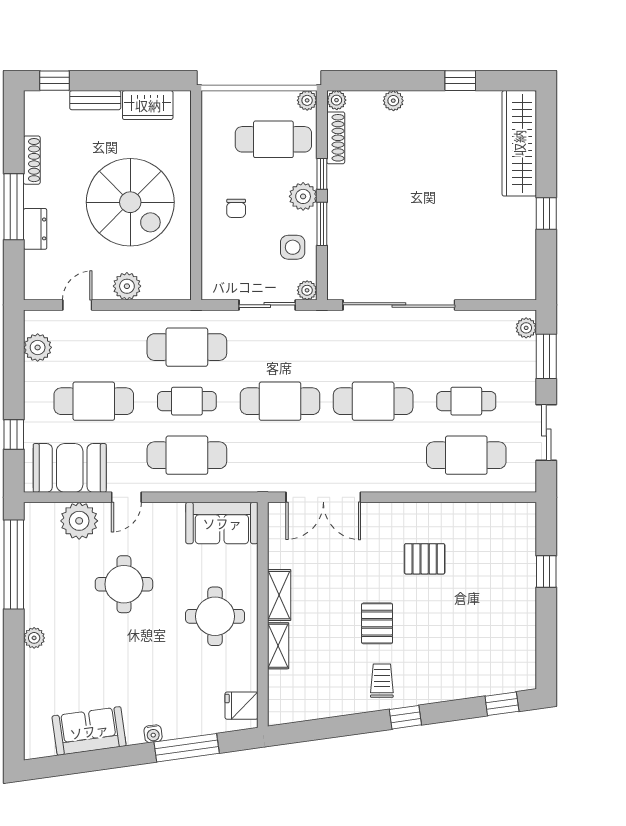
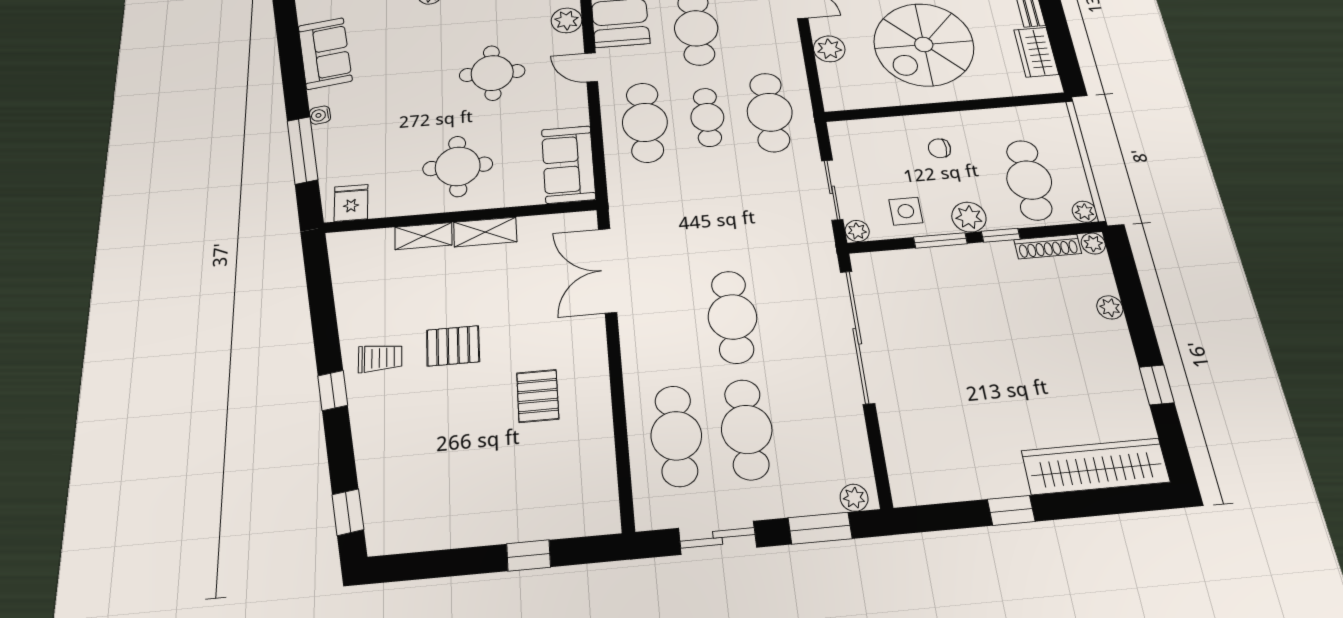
cafe table: (280, 401) -> (719, 213), removed
cafe table: (466, 401) -> (747, 429), width x1.37, depth x1.35
plant: (79, 521) -> (567, 20), width x0.73, depth x0.73

